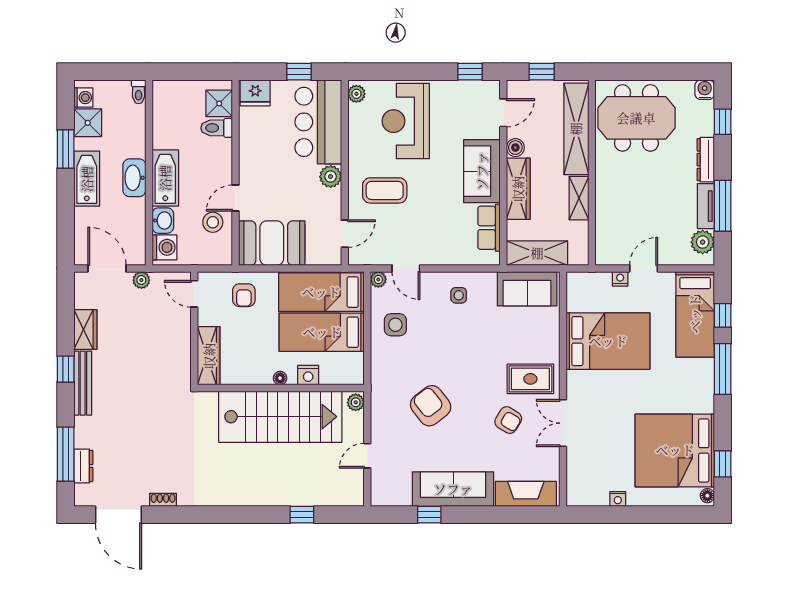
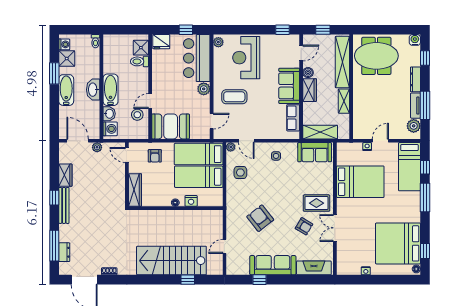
wardrobe: (518, 189) -> (310, 90), width x0.67
plant: (356, 402) -> (218, 216), removed
stairs: (280, 417) -> (171, 261), moved, turned 180

